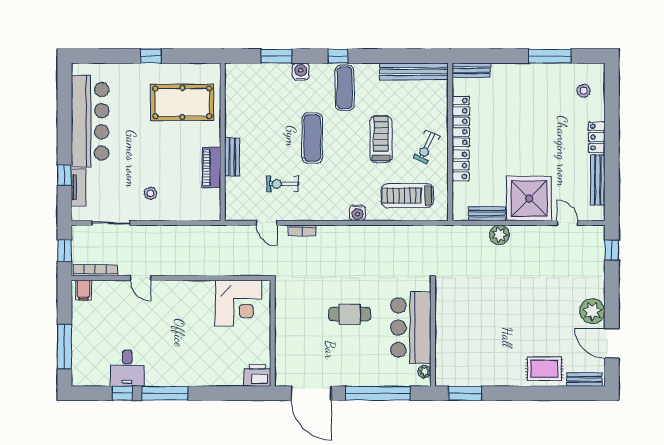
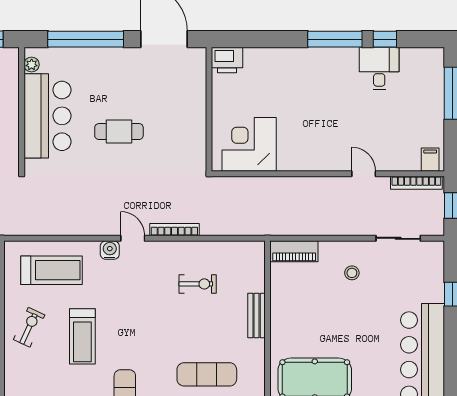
exercise mat: (312, 138) -> (207, 374), moved, turned 90
piano: (212, 167) -> (294, 251), moved, turned 90
tv unit: (78, 187) -> (436, 280), removed
door: (267, 223) -> (133, 238), moved
bookcase: (302, 230) -> (174, 230), width x1.56

